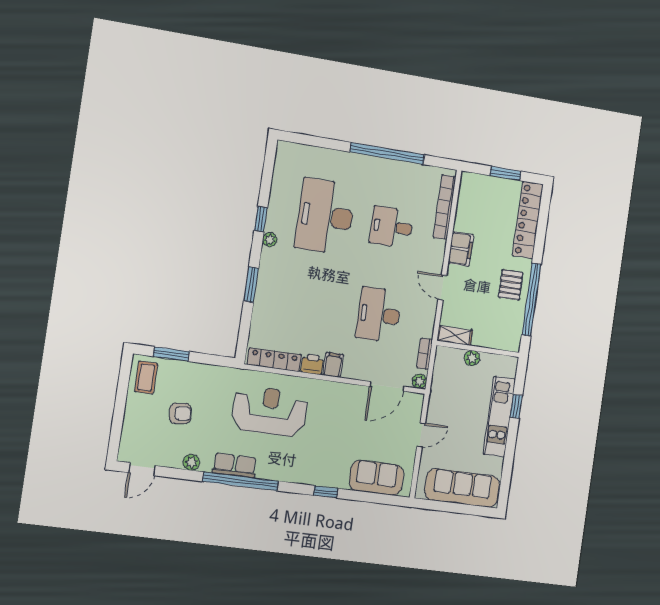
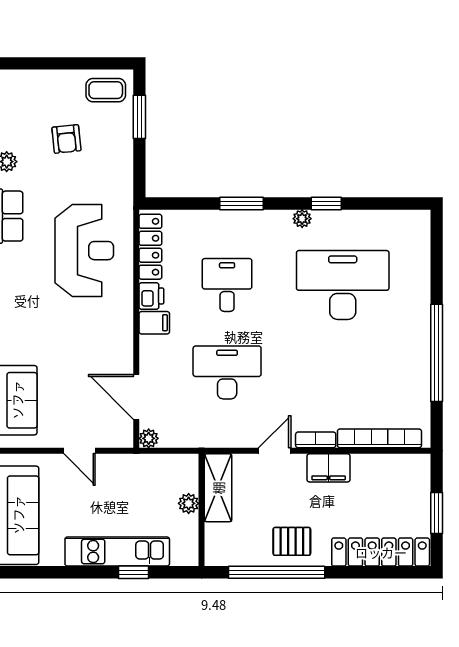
desk: (391, 227) -> (227, 285), moved
shelving: (455, 336) -> (218, 488), width x1.50, depth x1.33
bookcase: (425, 354) -> (316, 440), moved

